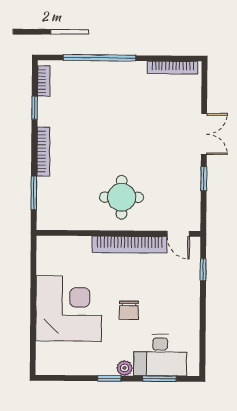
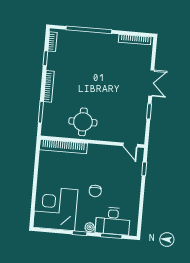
round table: (122, 197) -> (83, 122), moved
bookcase: (130, 245) -> (63, 147), moved
corner desk: (69, 308) -> (55, 209), moved, turned -90

